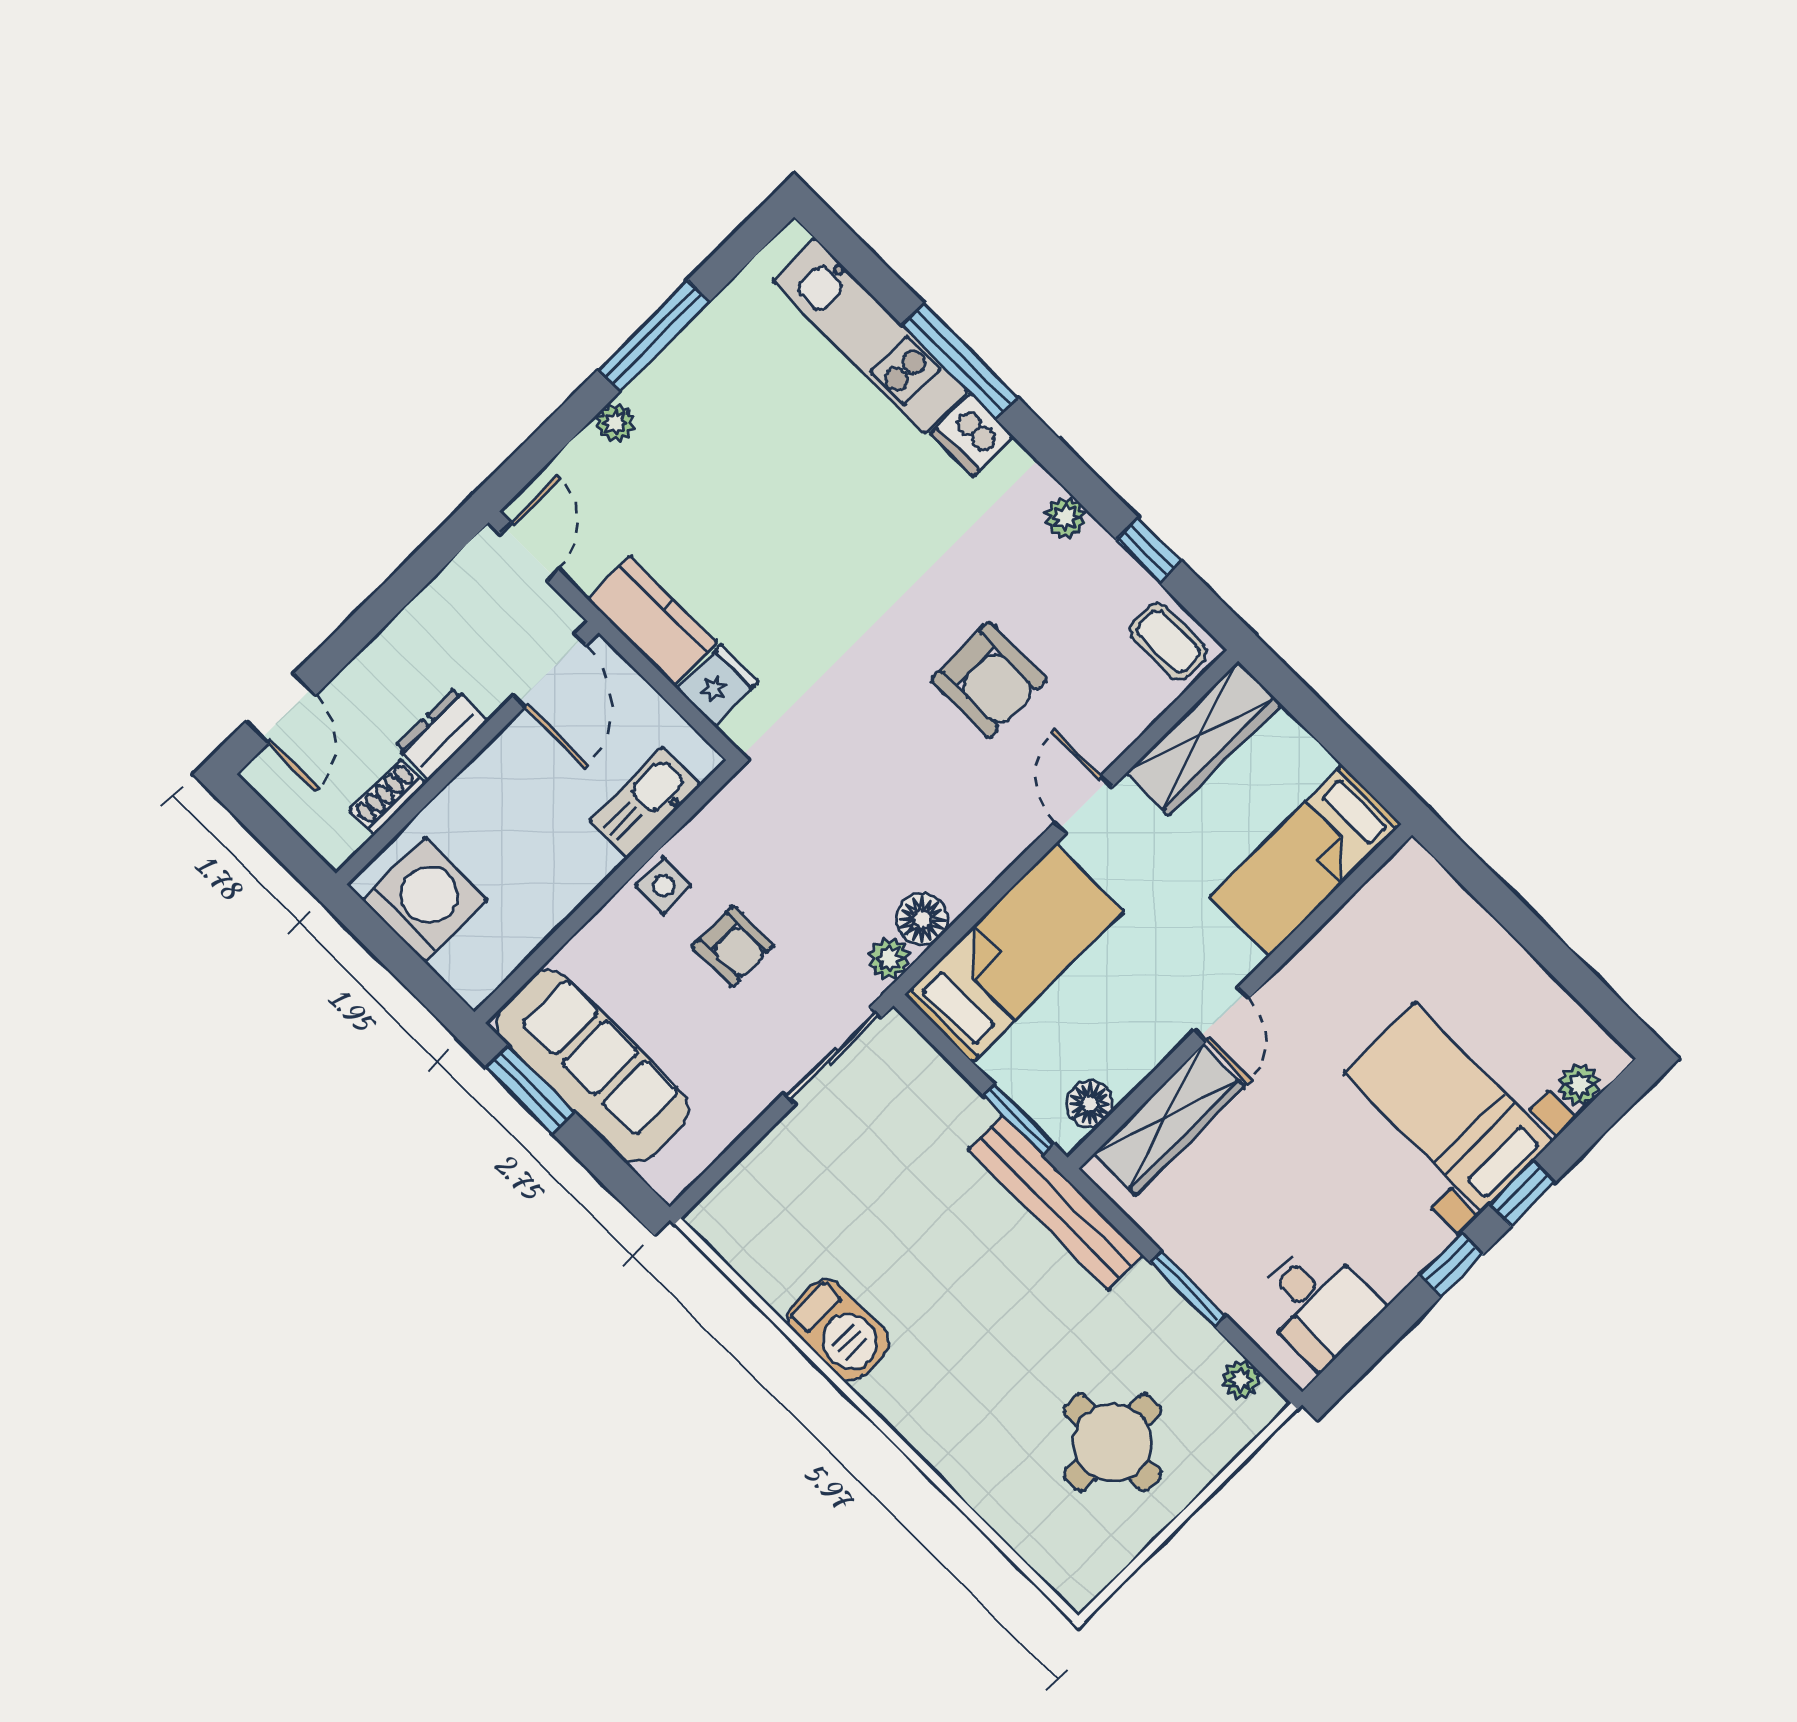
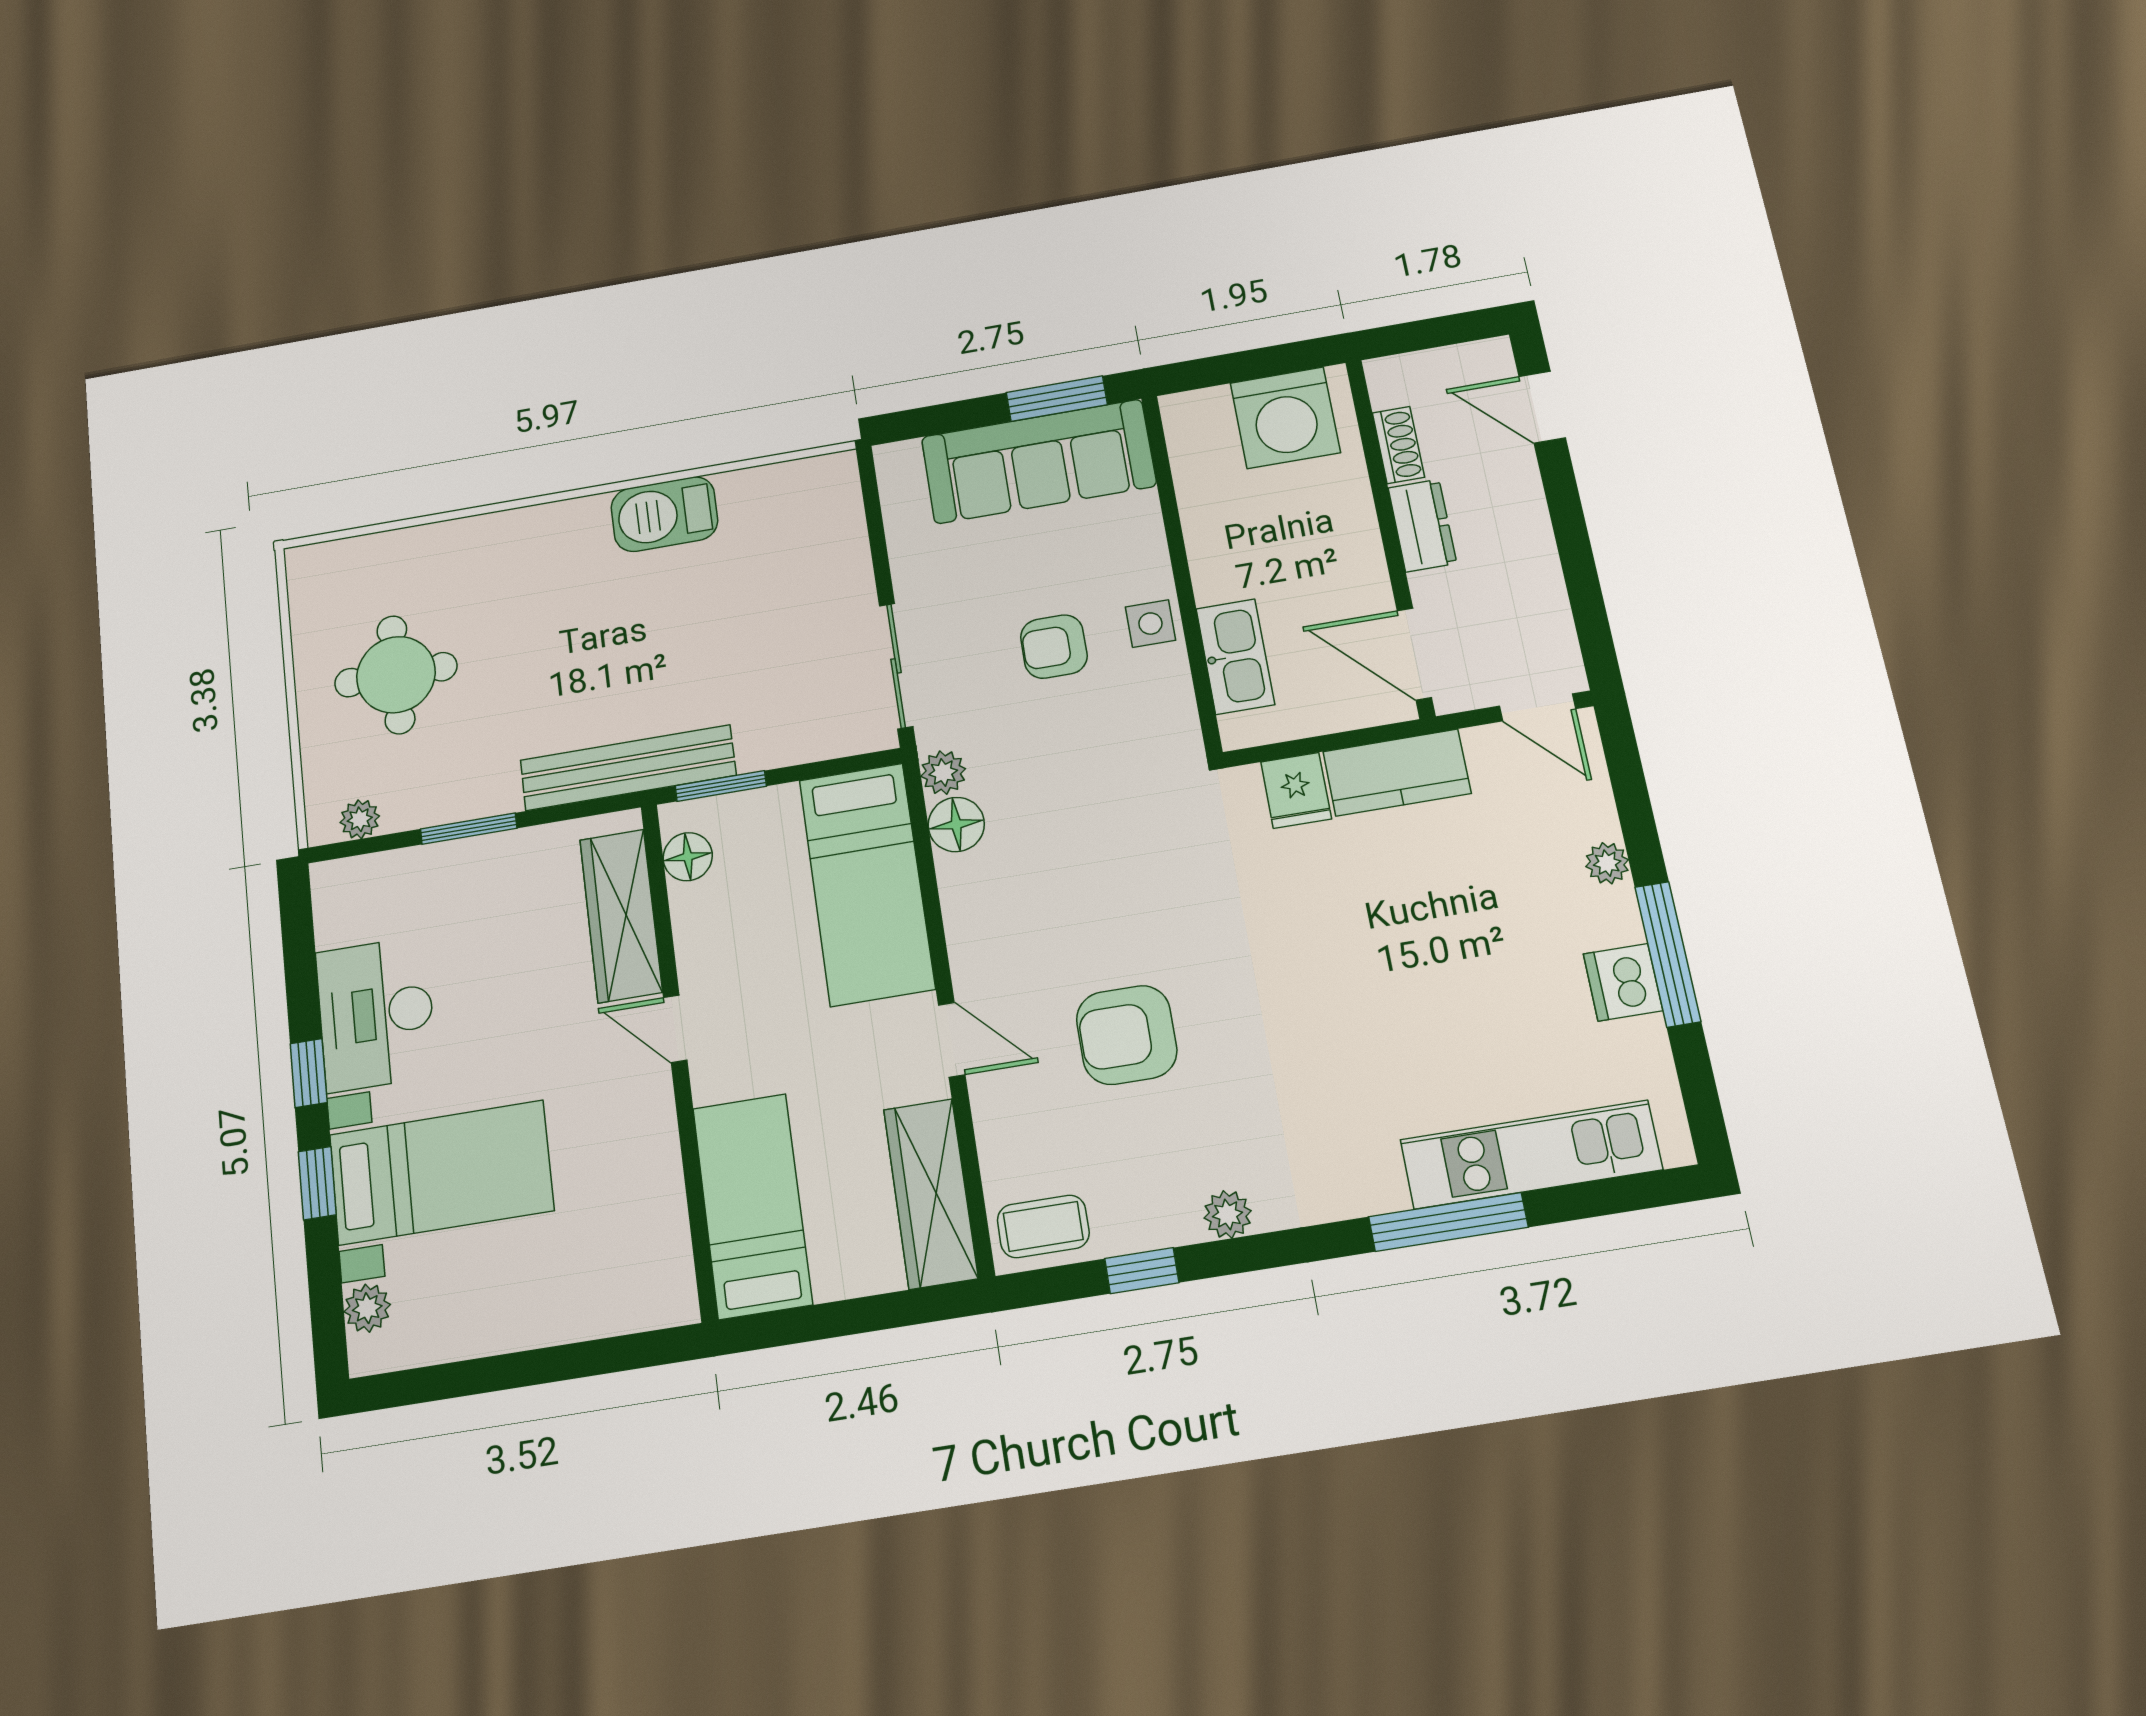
dishwasher: (972, 435) -> (1623, 982), moved, turned -90
desk: (1317, 1304) -> (376, 1014), moved, width x1.37

